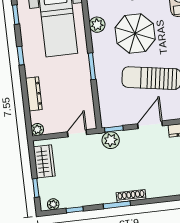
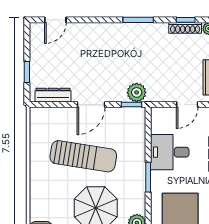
desk: (75, 91) -> (170, 152), added
door: (77, 133) -> (187, 105), moved
shoe rack: (131, 196) -> (185, 28), moved

